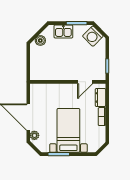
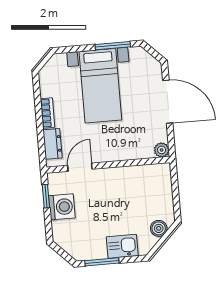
washing machine: (93, 36) -> (62, 207), moved, turned 45
plant: (34, 135) -> (162, 150), moved

